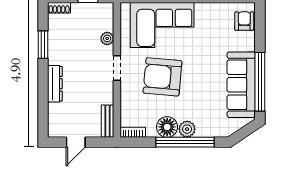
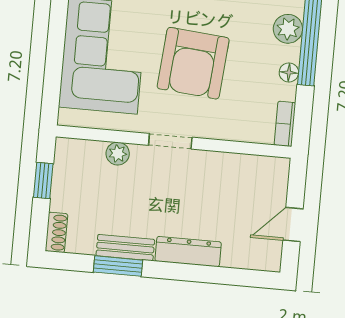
bench: (108, 121) -> (125, 248), moved
floor lamp: (167, 127) -> (289, 72), width x0.53, depth x0.53
door: (76, 142) -> (293, 225), swing flipped

